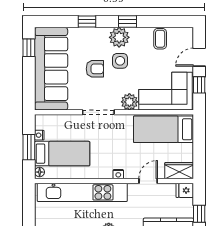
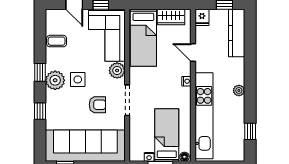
armchair: (95, 69) -> (97, 105), moved, turned 90
wardrobe: (179, 171) -> (171, 17), moved, turned -90

